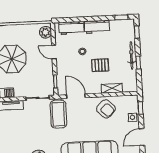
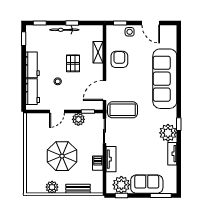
plant: (45, 32) -> (78, 119), moved
armchair: (106, 109) -> (119, 59), turned -44

